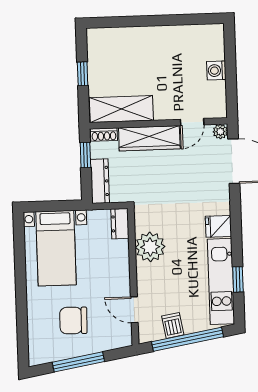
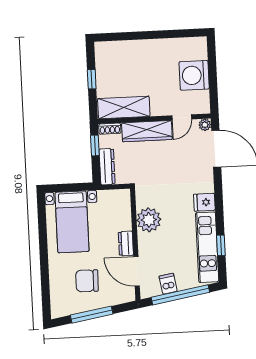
washing machine: (216, 71) -> (194, 75), width x1.89, depth x1.89
dresser: (120, 224) -> (126, 244), moved
door: (134, 310) -> (137, 271), width x1.38

